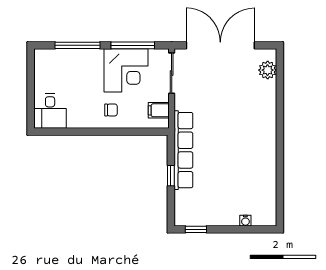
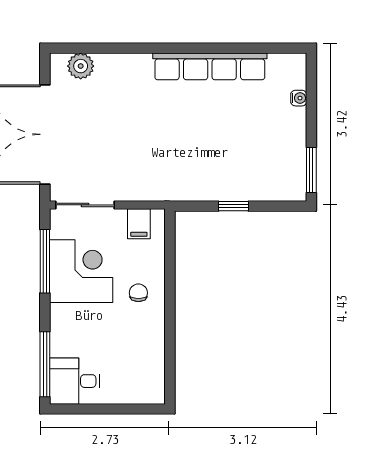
window: (78, 45) -> (45, 364), moved
desk: (50, 111) -> (75, 381), moved, turned 180
row of seats: (183, 150) -> (210, 66), moved, turned 180
window: (196, 229) -> (311, 170), width x1.50

